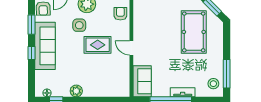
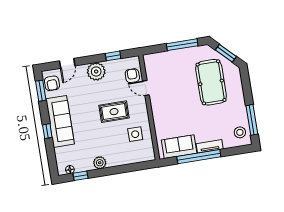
window: (32, 25) -> (41, 91), moved
side table: (79, 25) -> (135, 134), moved
door: (131, 48) -> (146, 88), moved
sofa: (142, 81) -> (179, 147), moved, turned -90

